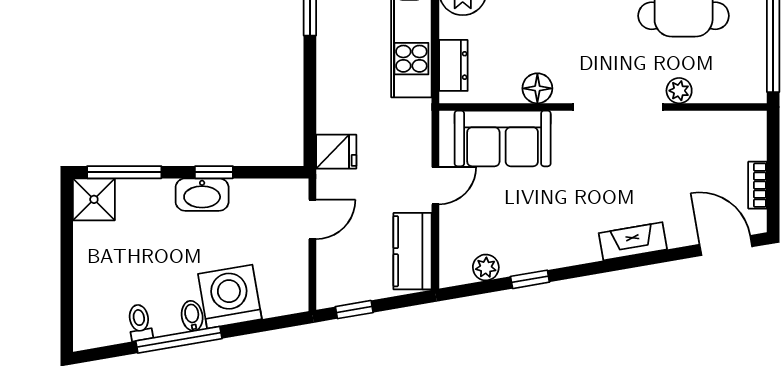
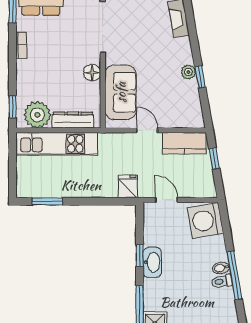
dresser: (453, 65) -> (73, 120), width x1.44
plant: (486, 267) -> (188, 72), moved
washing machine: (230, 297) -> (205, 220), moved
window: (354, 310) -> (214, 158), moved
toilet: (140, 322) -> (222, 281), moved

